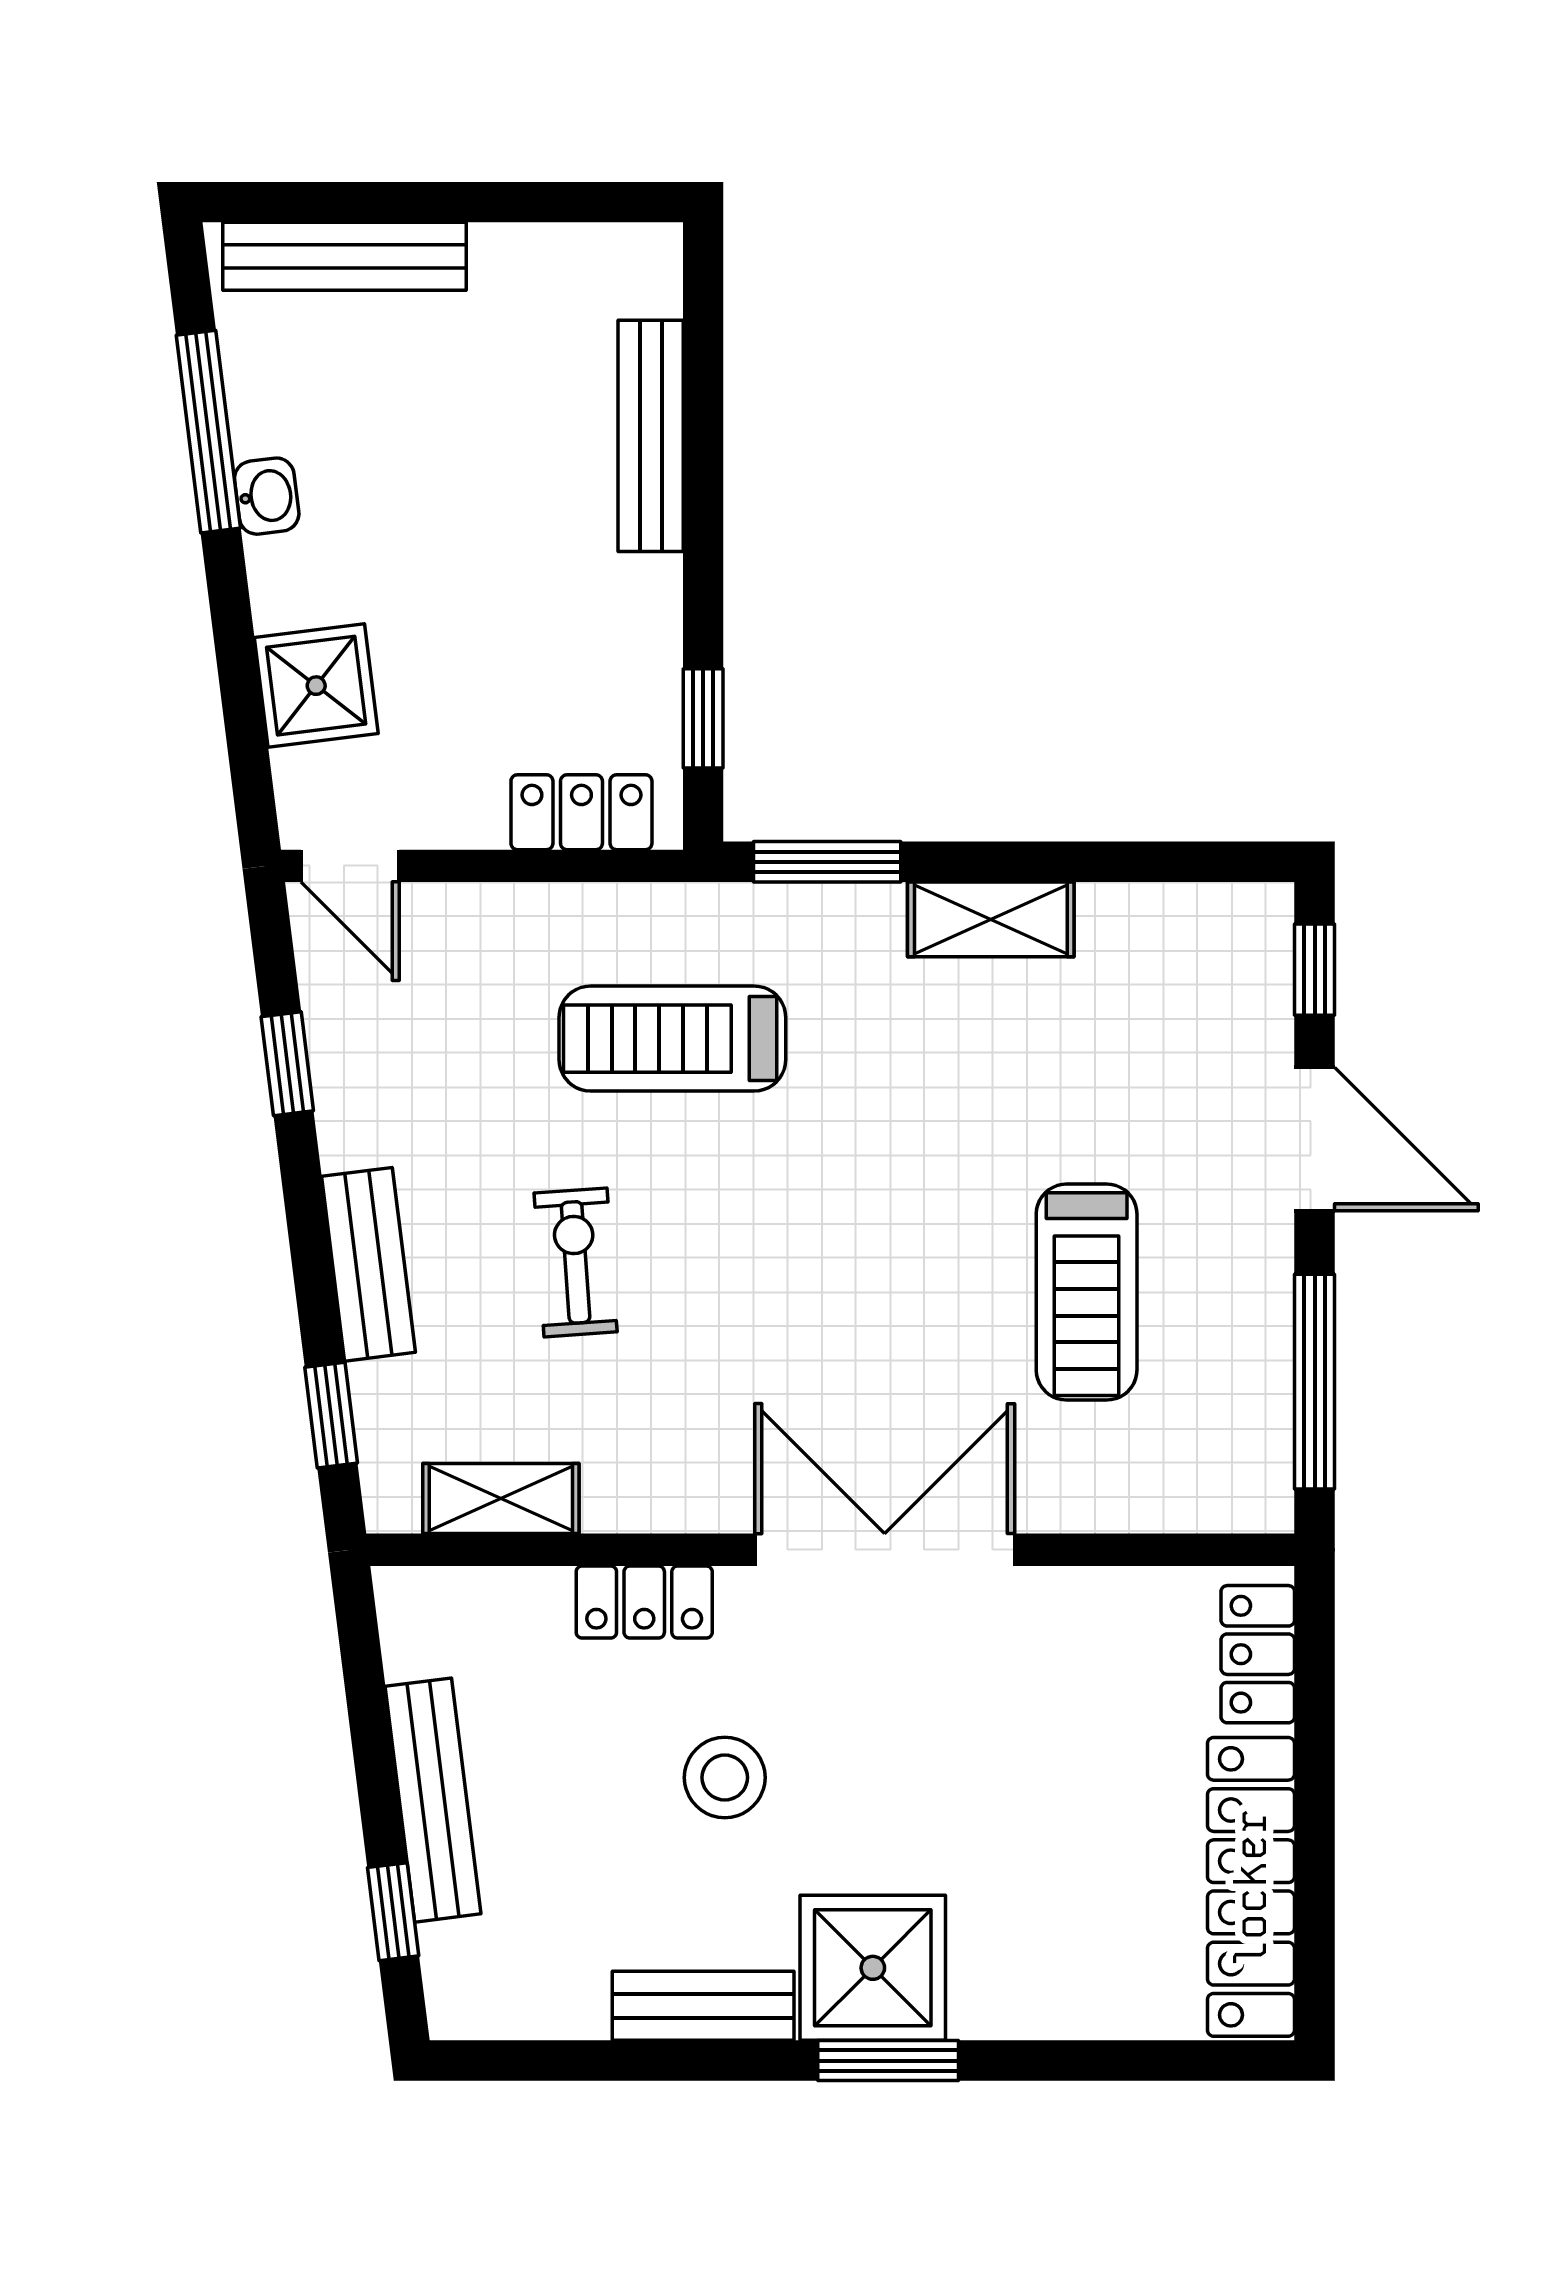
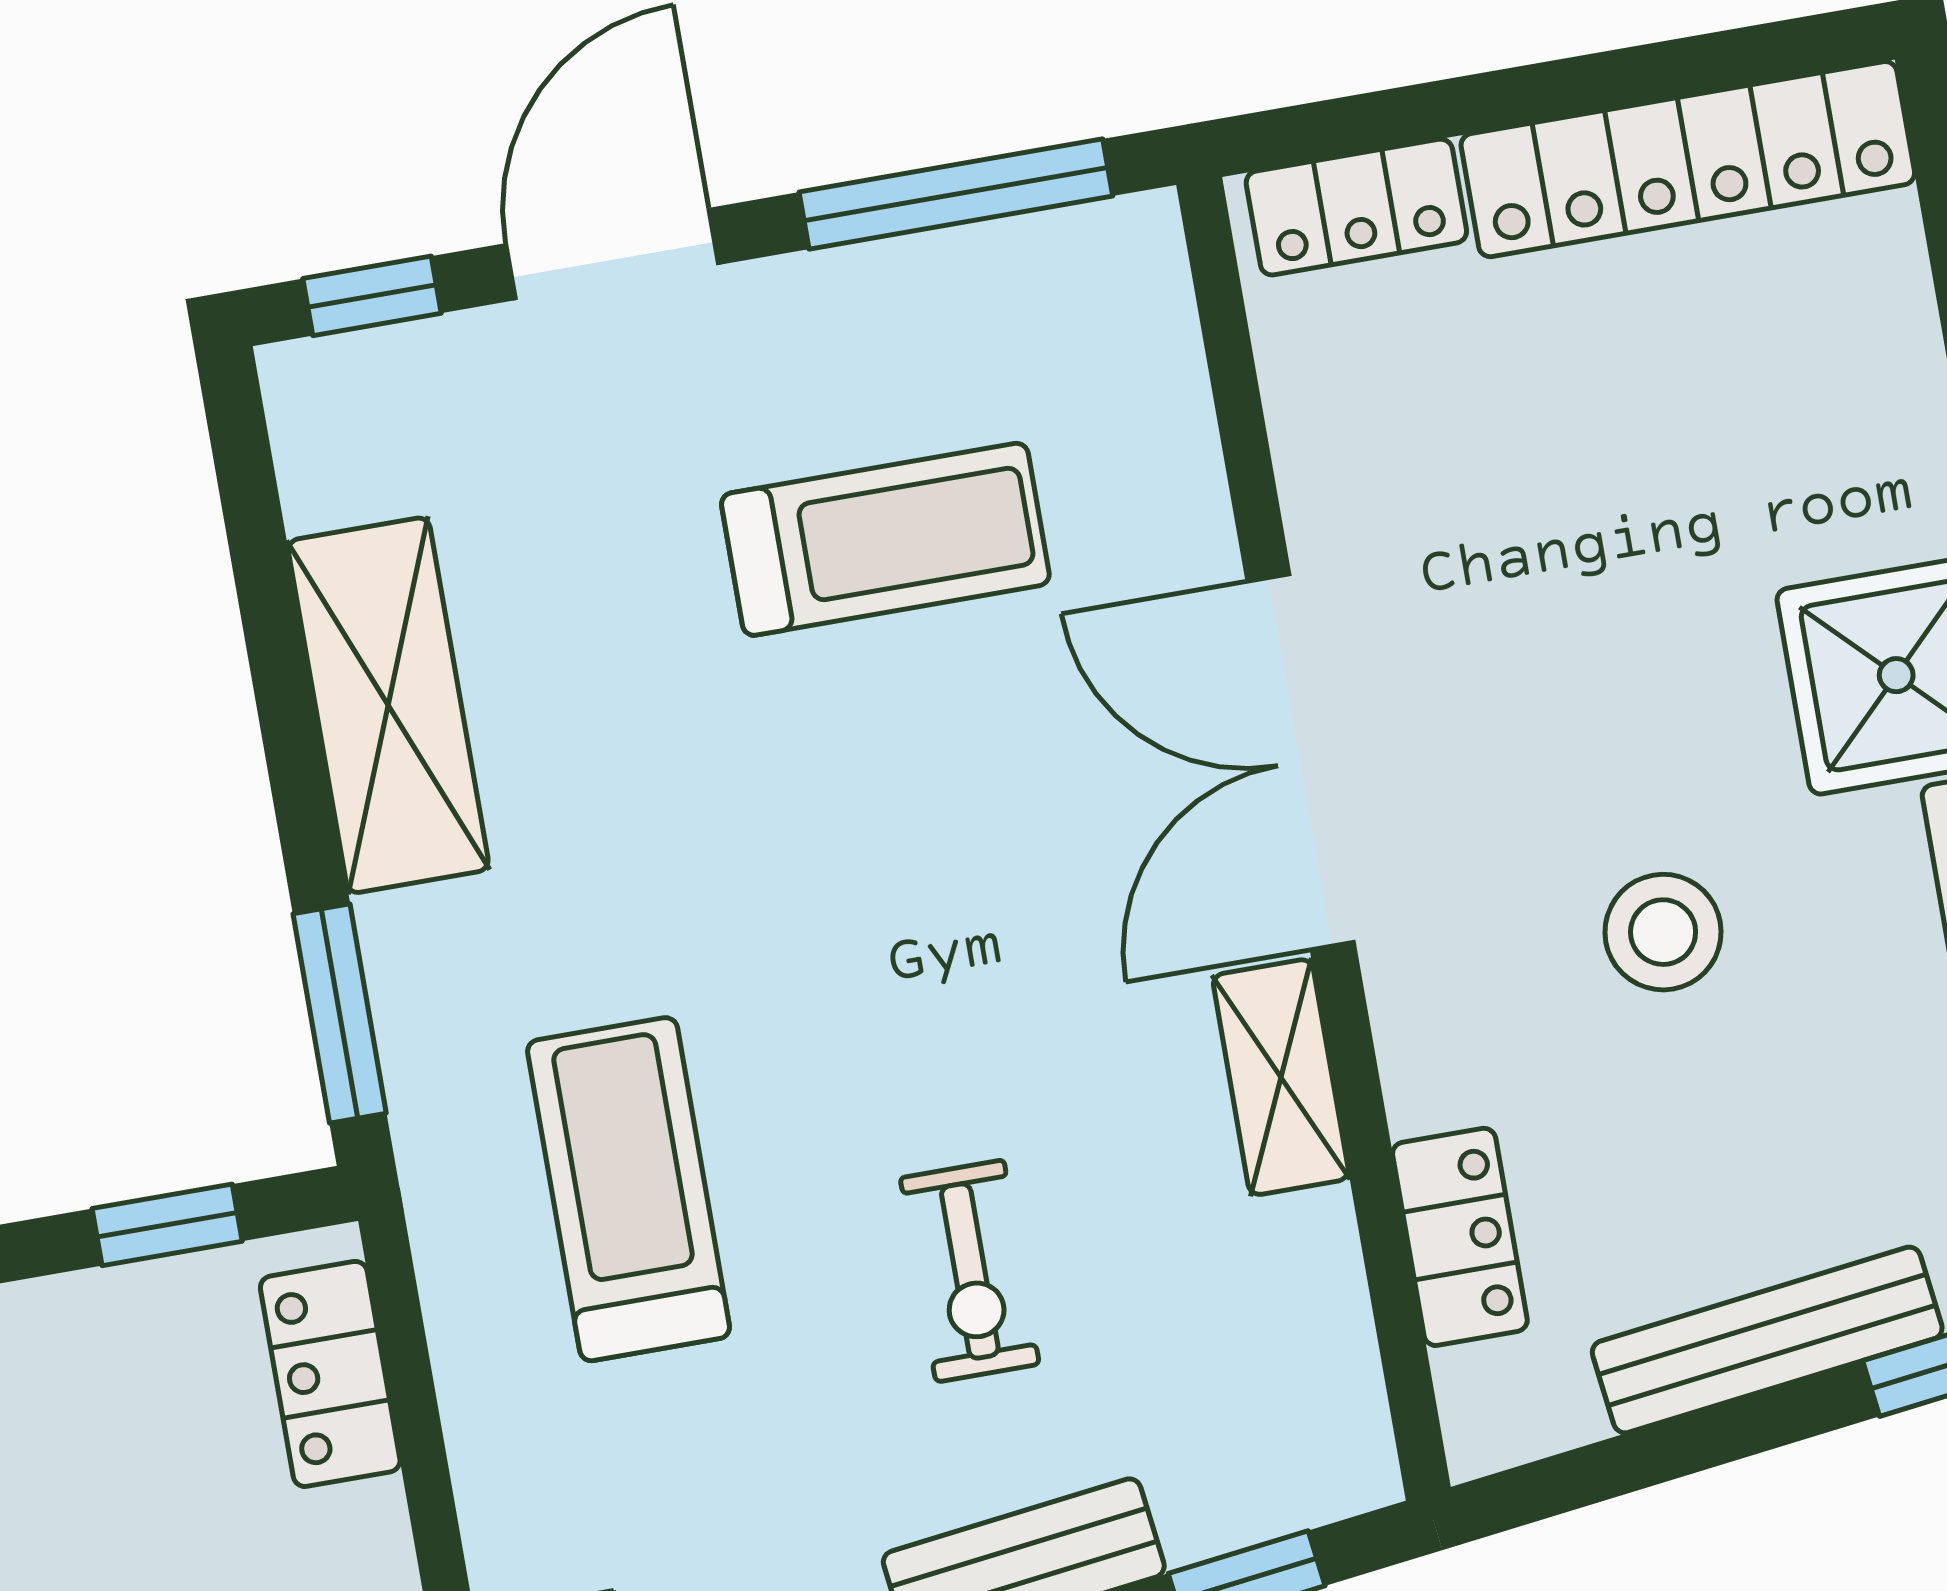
shelving: (991, 919) -> (388, 705), width x1.50, depth x1.33
treadmill: (672, 1039) -> (629, 1189), turned 180
exercise bike: (576, 1262) -> (970, 1271), turned -86
shelving: (501, 1498) -> (1281, 1077), moved
locker: (644, 1602) -> (1460, 1237), moved

